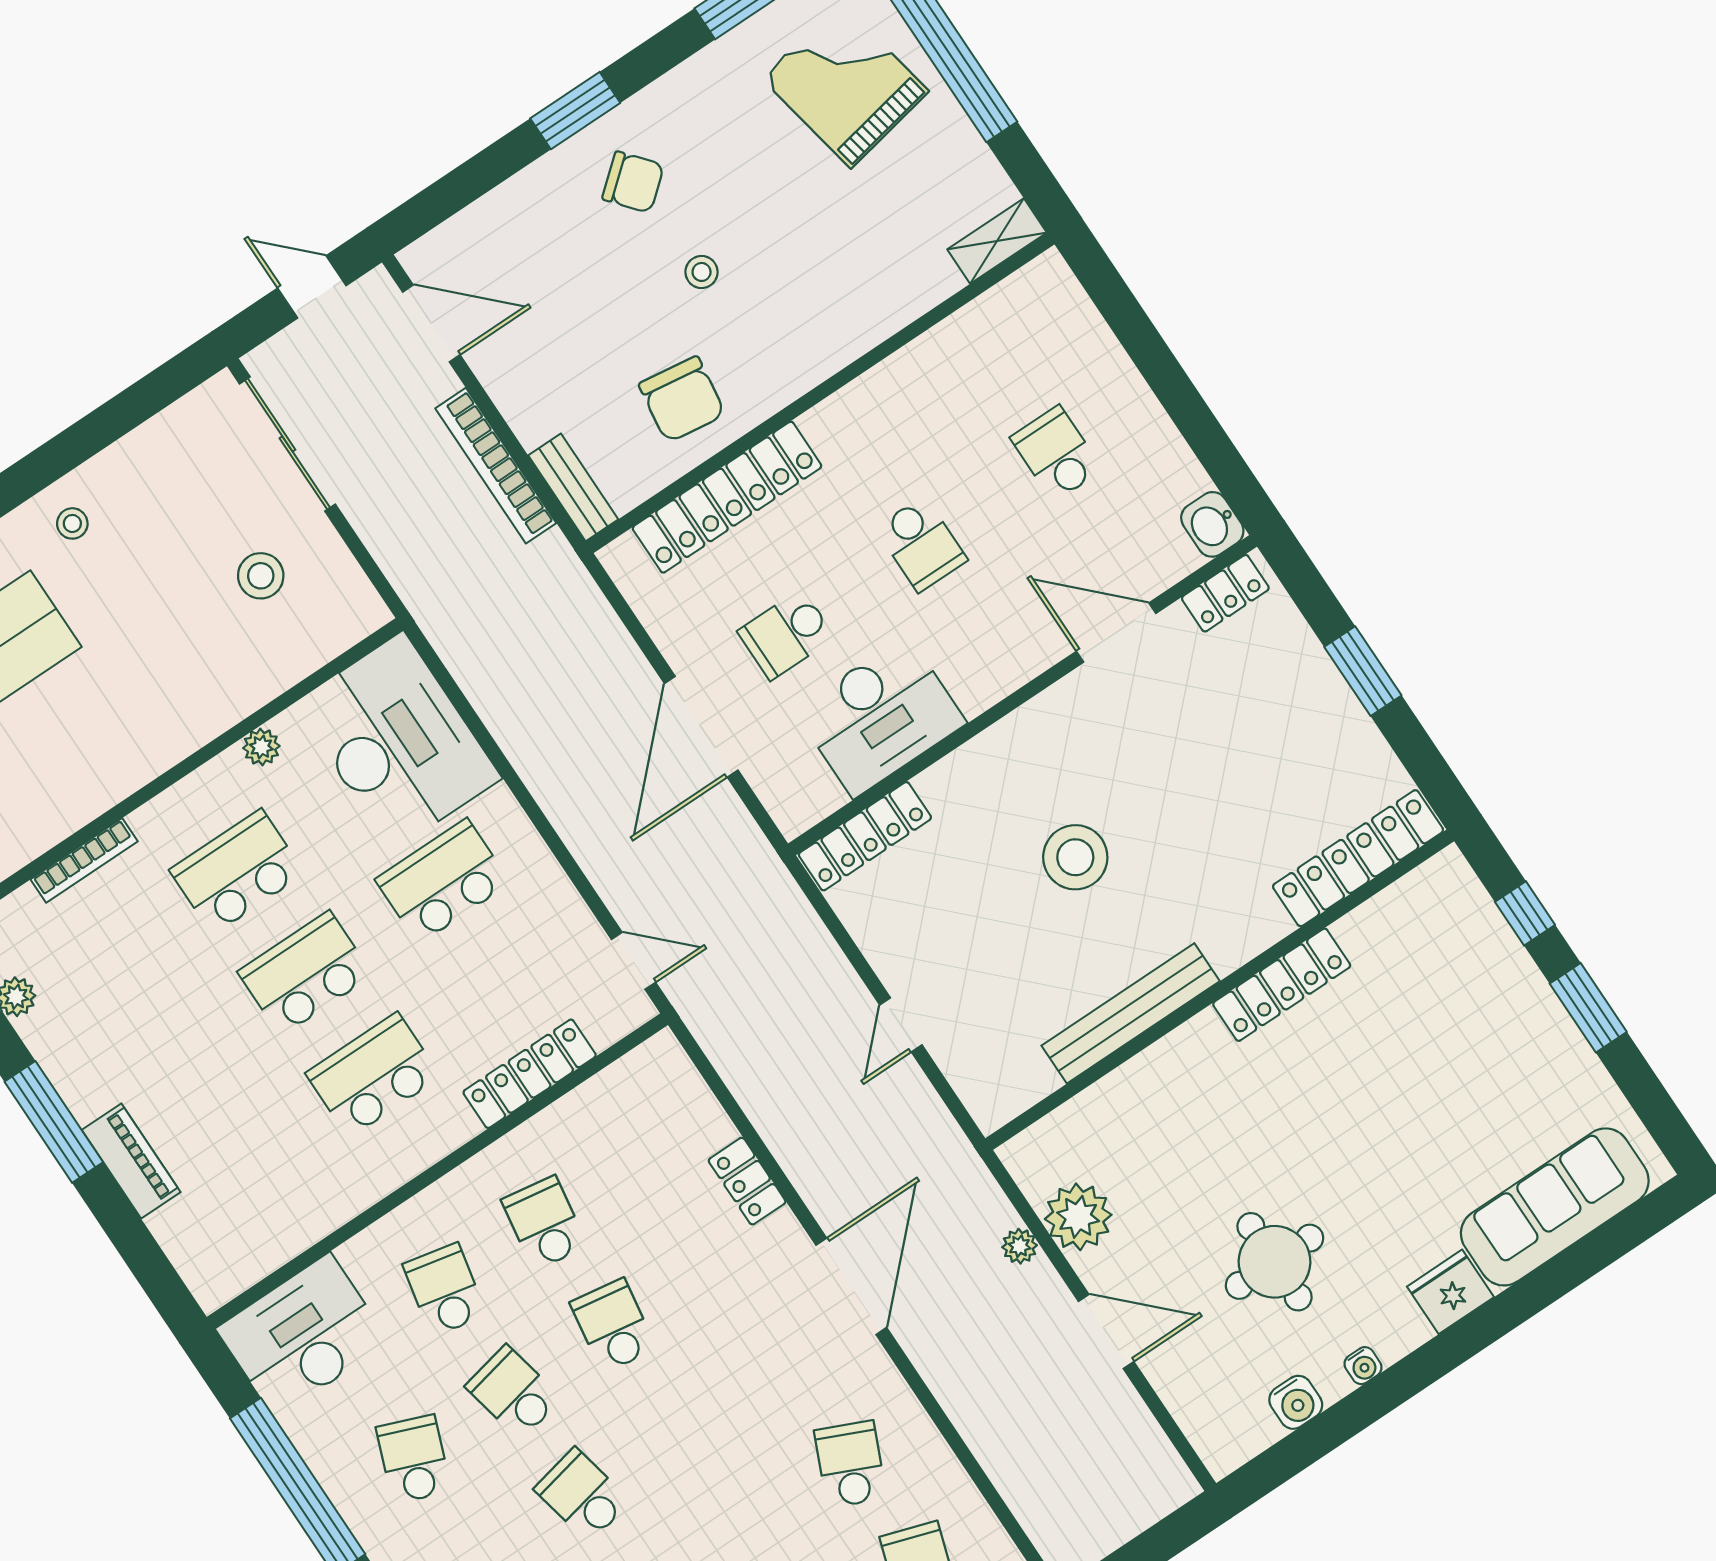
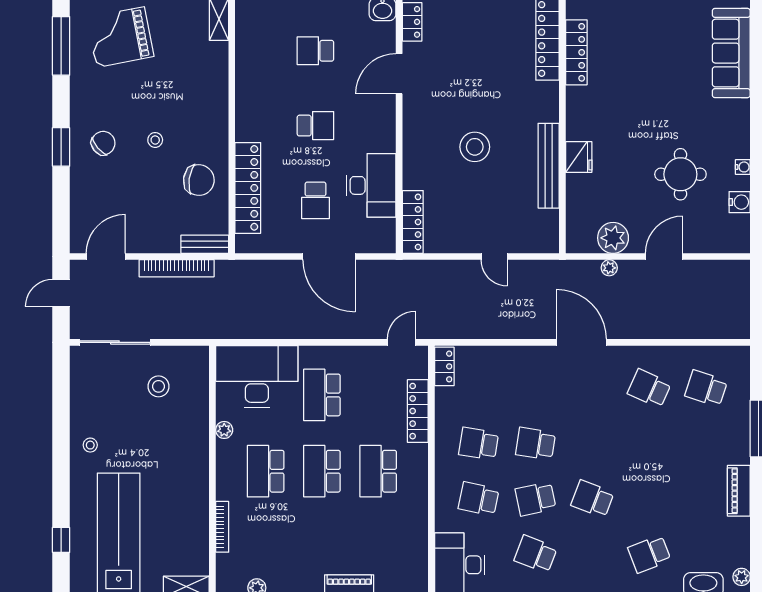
locker: (1282, 985) -> (576, 52), moved
locker: (747, 1181) -> (444, 366), moved, turned -90
fridge: (1450, 1292) -> (579, 157), moved, turned 180
school desk: (582, 1495) -> (592, 499), turned 33

